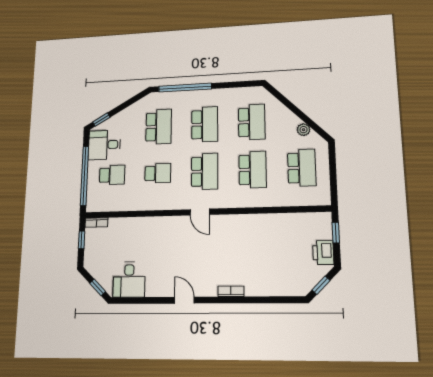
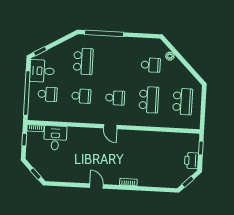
school desk: (252, 122) -> (151, 65), width x0.54
school desk: (205, 124) -> (117, 63), removed
plant: (304, 130) -> (170, 56), moved
school desk: (205, 171) -> (115, 98), width x0.54
desk: (129, 279) -> (55, 138), moved, turned 180

